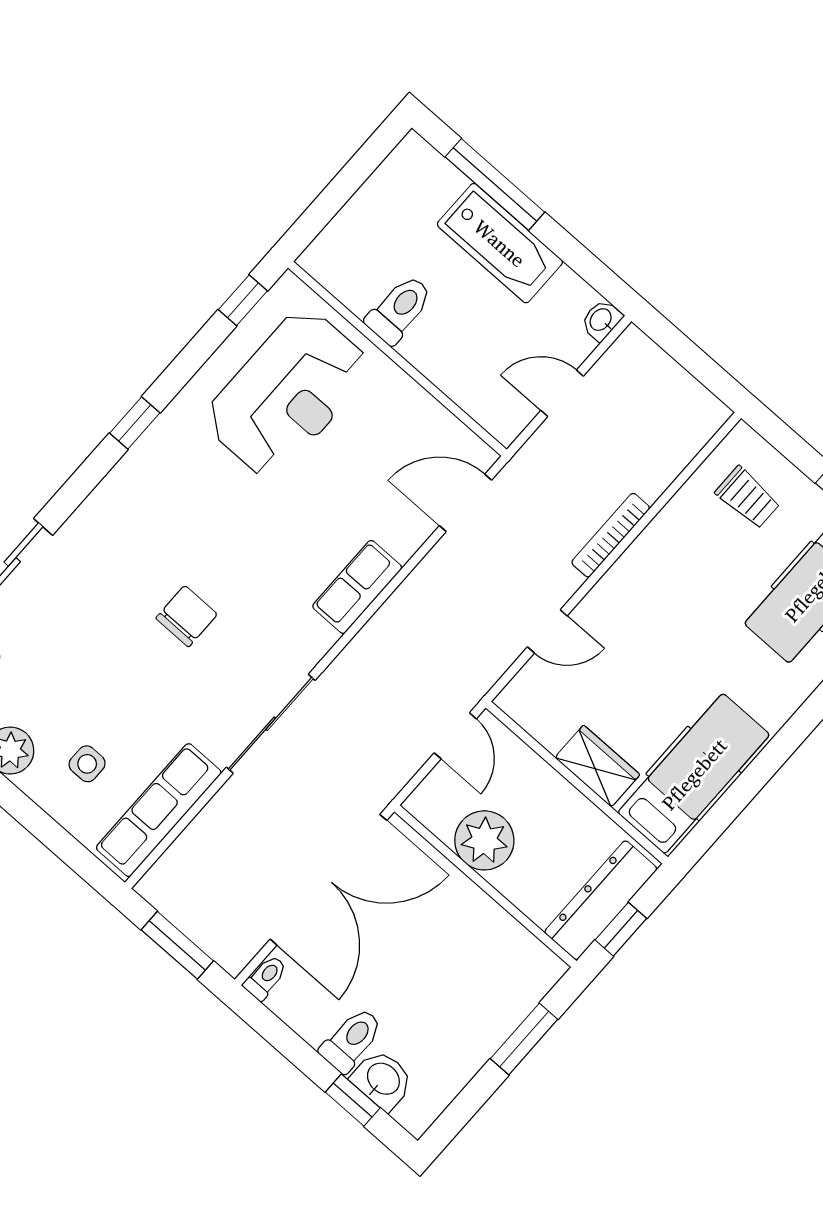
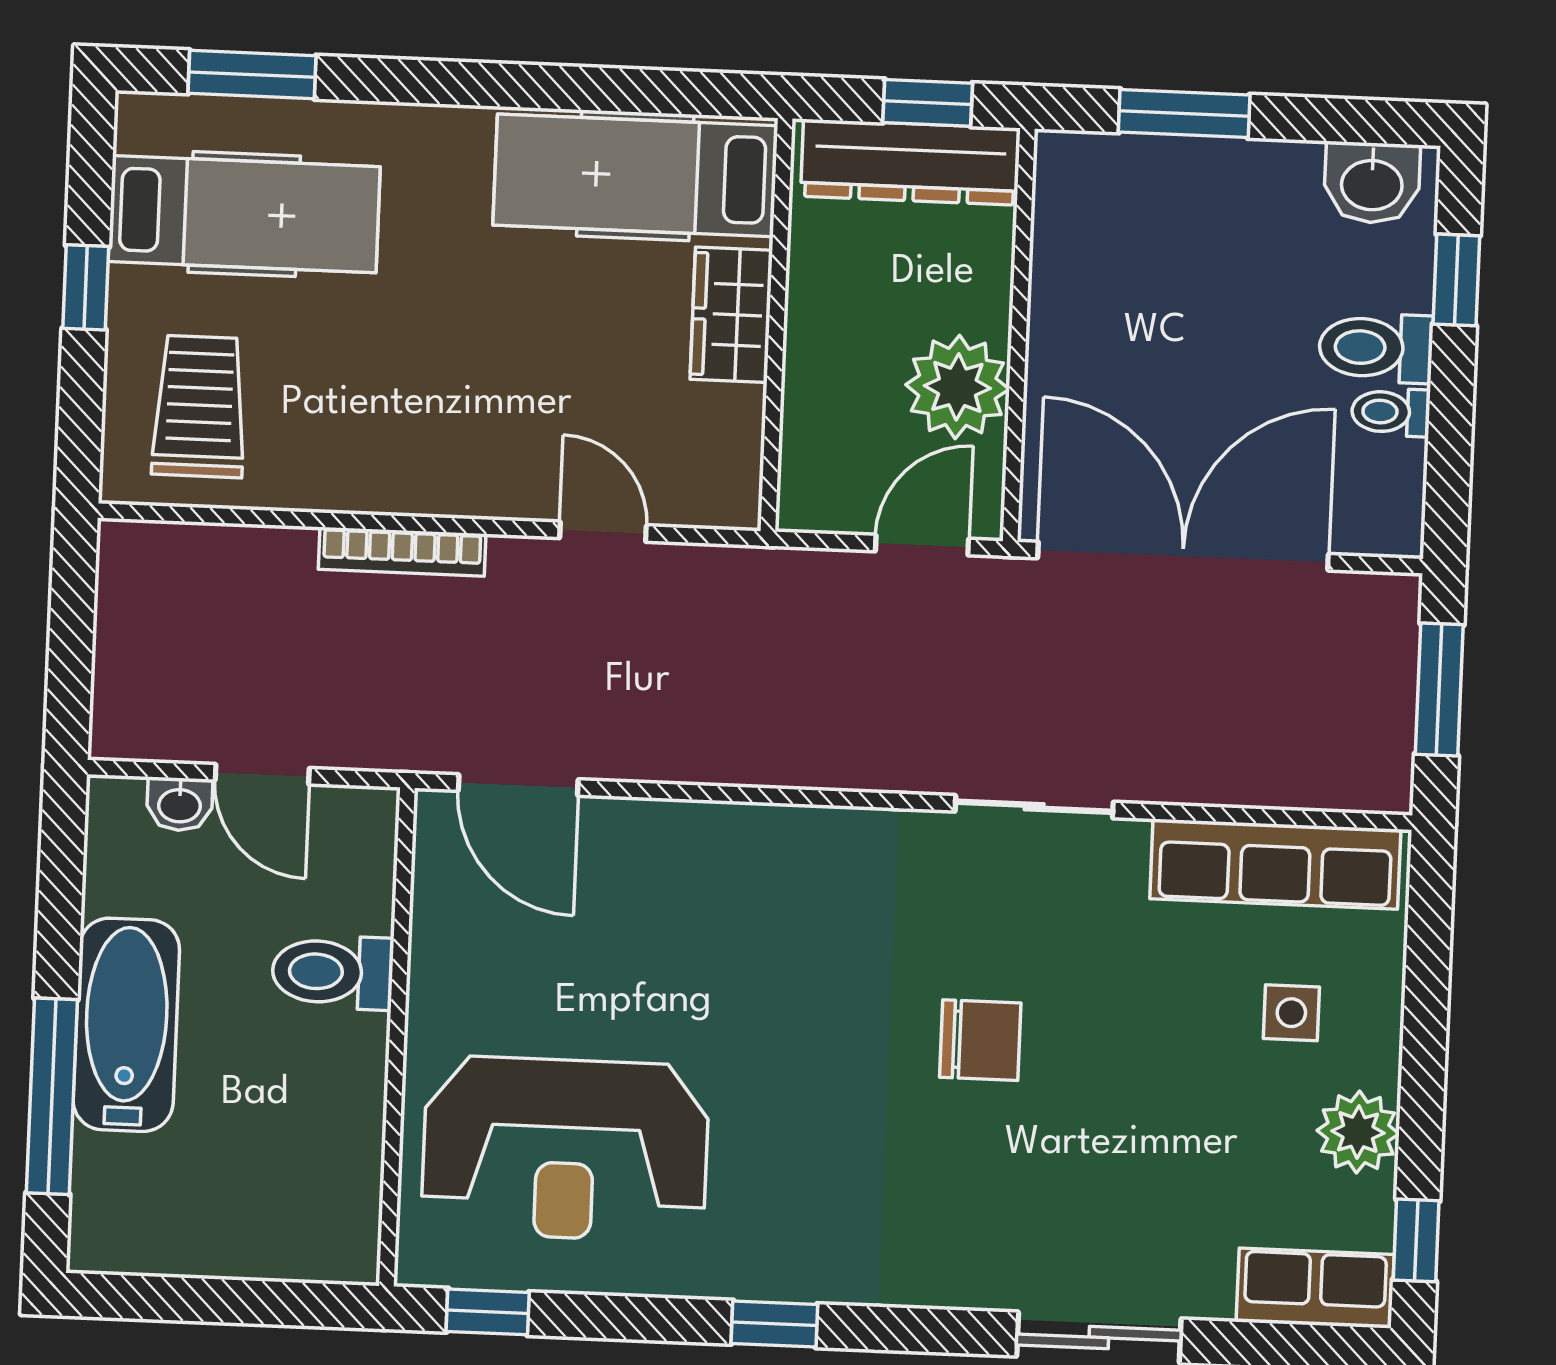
toilet: (399, 309) -> (333, 972), moved
washbasin: (601, 320) -> (180, 804), moved
reception desk: (287, 393) -> (565, 1149), turned 180
trolley: (748, 498) -> (199, 406), width x1.36, depth x1.39
row of seats: (357, 587) -> (752, 840), removed
chair: (187, 616) -> (980, 1040), turned 180
sliding door: (271, 724) -> (1034, 807), width x0.73
door: (455, 736) -> (922, 545), moved
toilet: (266, 978) -> (1391, 412), moved
washbasin: (383, 1080) -> (1372, 183), moved, turned -90

